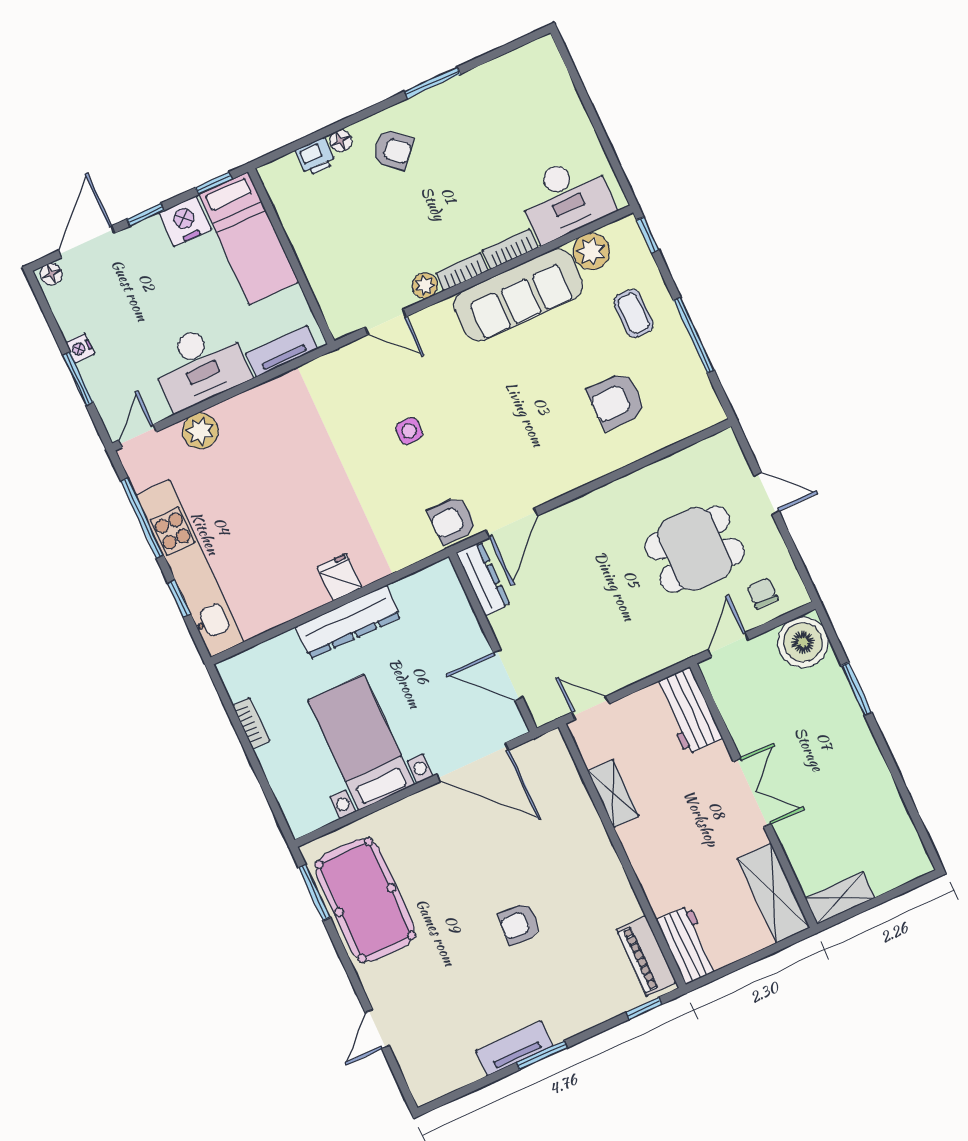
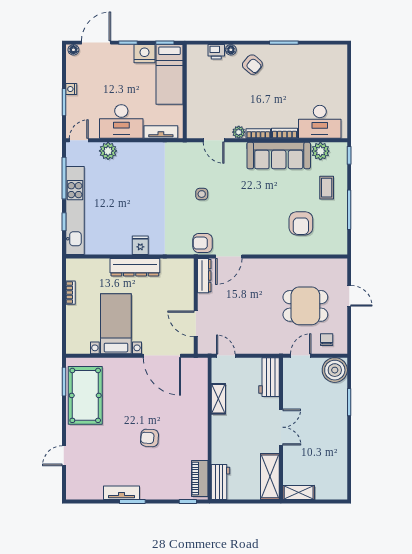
armchair: (617, 401) -> (301, 223), turned -90

